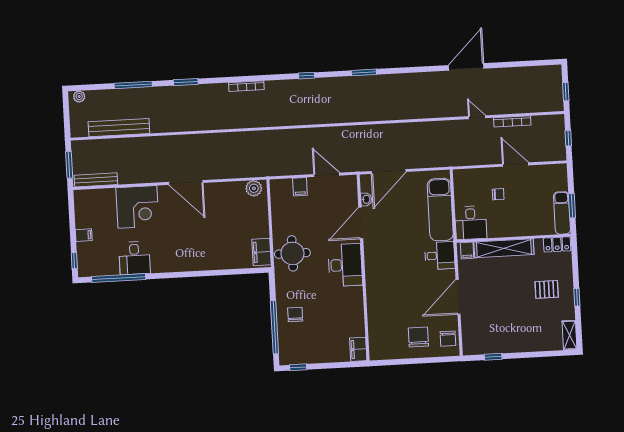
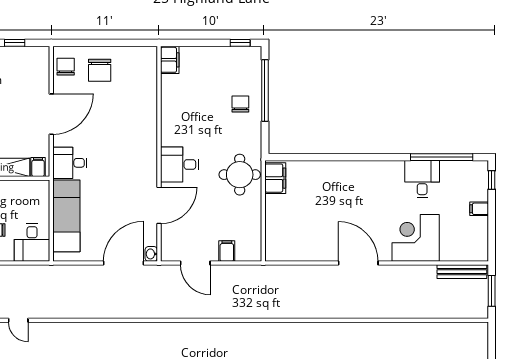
bench: (119, 128) -> (432, 331), removed
plant: (254, 188) -> (280, 252), removed
washbasin: (366, 199) -> (151, 254), moved
desk: (471, 223) -> (32, 242), moved, turned 180
desk: (345, 265) -> (180, 164), width x0.73
chair: (295, 314) -> (240, 104), turned 180

